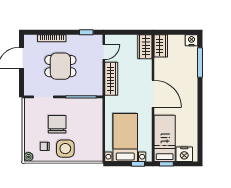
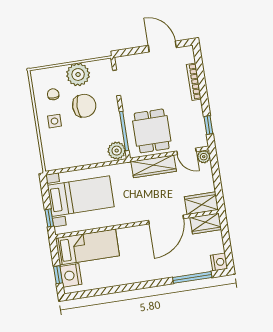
plant: (110, 40) -> (204, 157), added
dining table: (60, 66) -> (152, 131), moved
door: (153, 94) -> (166, 220), moved
plant: (95, 105) -> (117, 151), added
side table: (65, 149) -> (55, 121), width x0.54, depth x0.54
plant: (29, 157) -> (78, 74), moved, width x1.87, depth x1.87
window: (166, 164) -> (58, 275), moved

